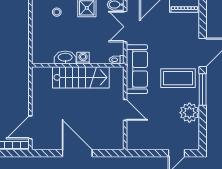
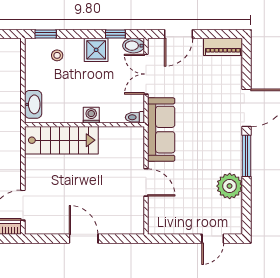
washbasin: (65, 58) -> (33, 104), moved, turned 90
stairs: (81, 77) -> (61, 140), moved
coffee table: (178, 78) -> (215, 141), removed
door: (77, 153) -> (84, 239), width x0.73

